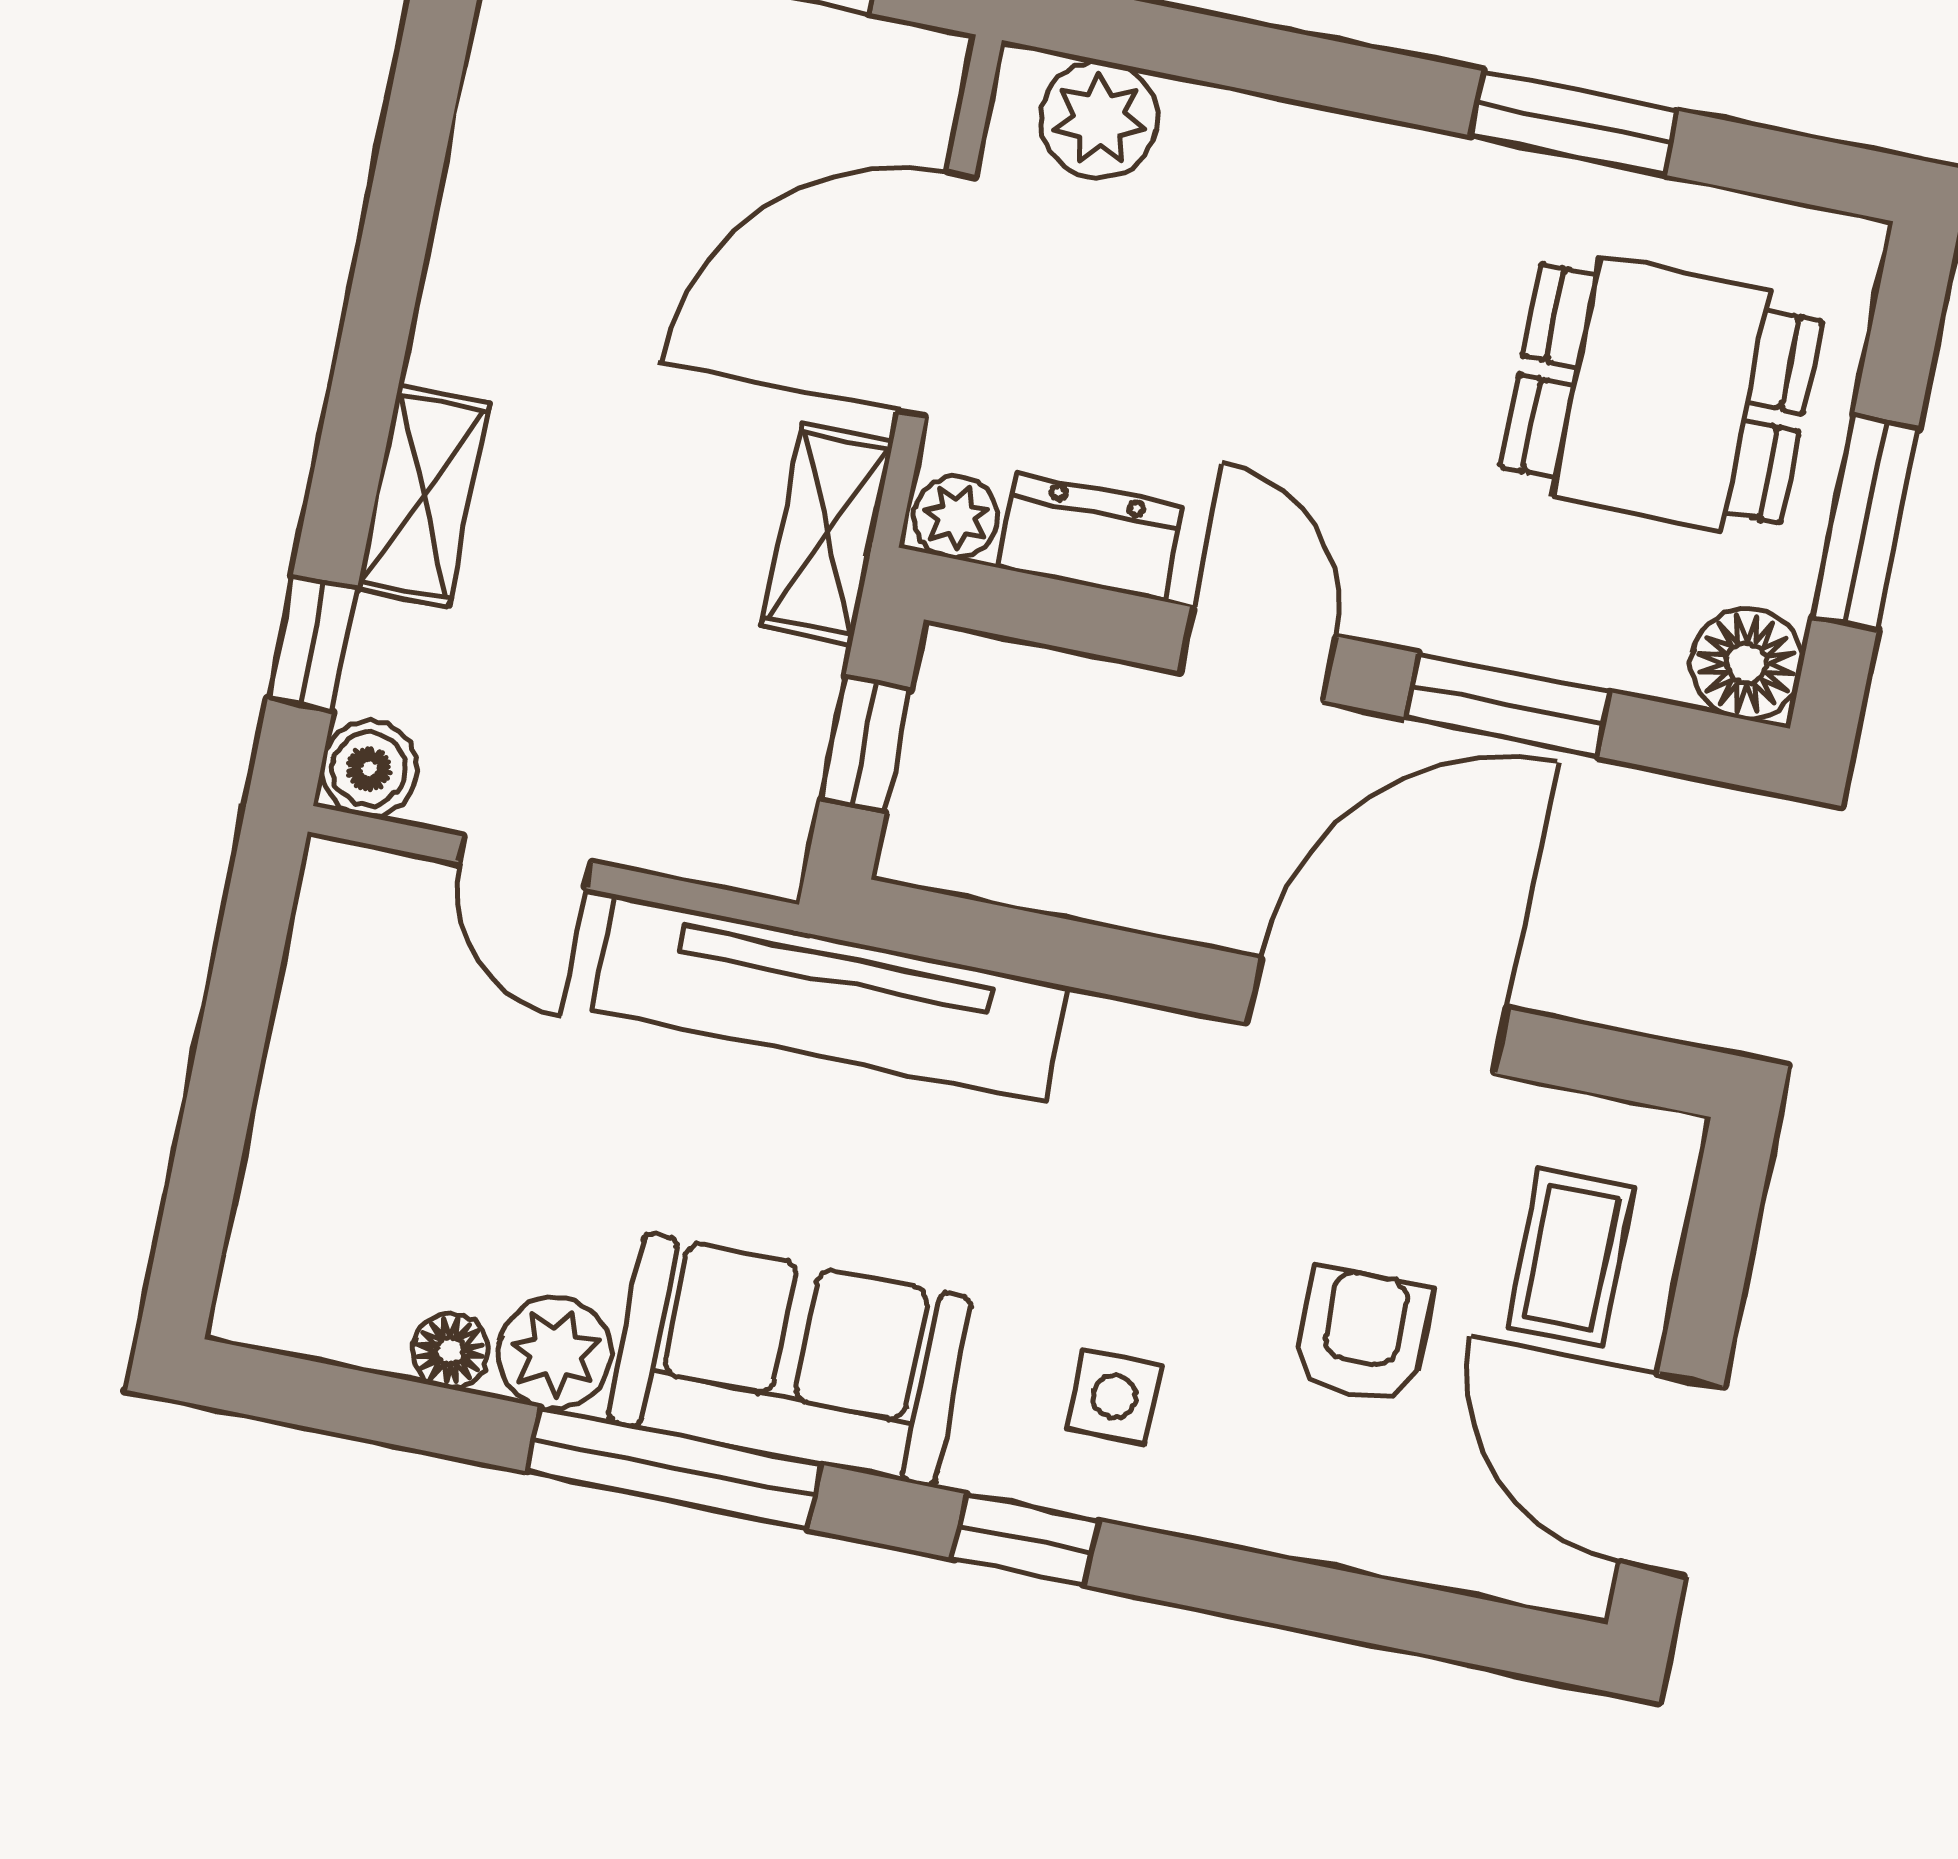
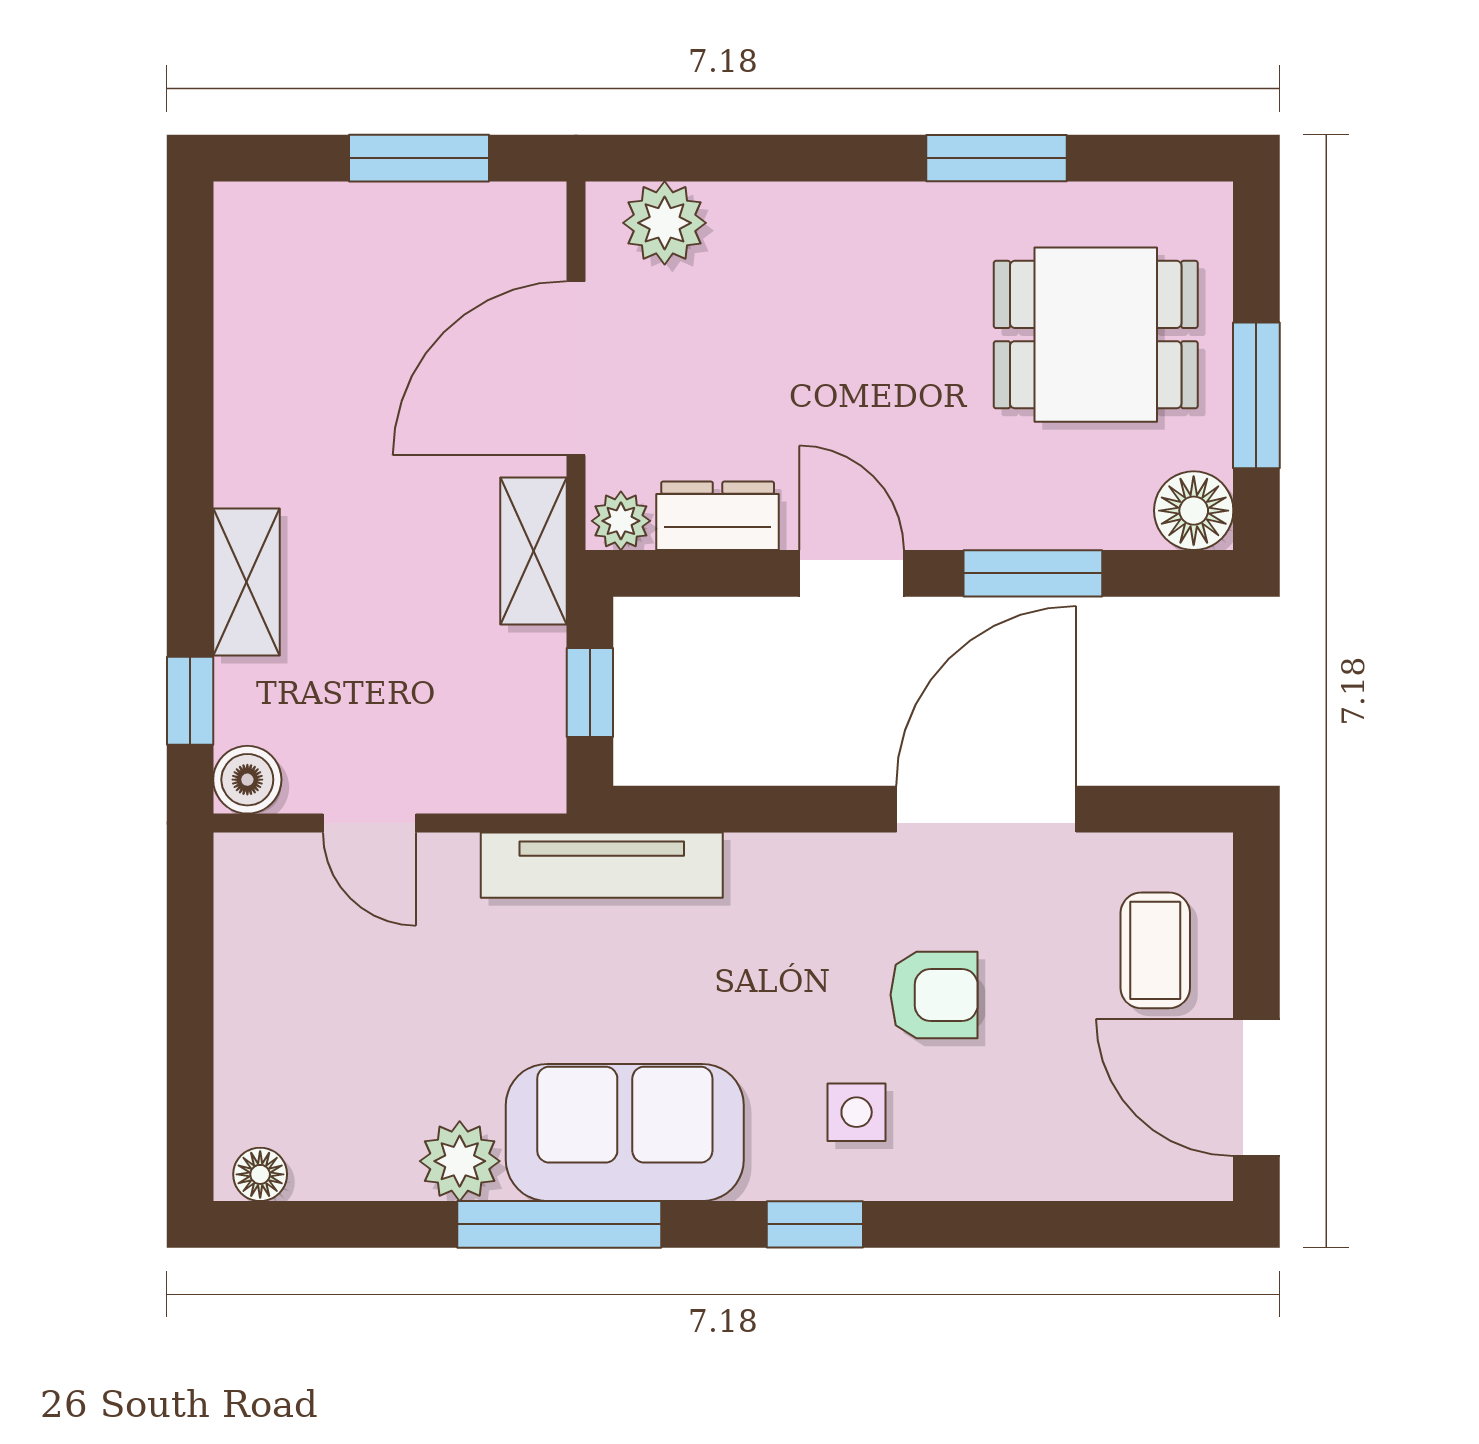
tv unit: (830, 998) -> (602, 865), width x0.73, depth x0.78
armchair: (1362, 1335) -> (934, 995), moved, turned 90
floor lamp: (450, 1351) -> (260, 1174), moved

